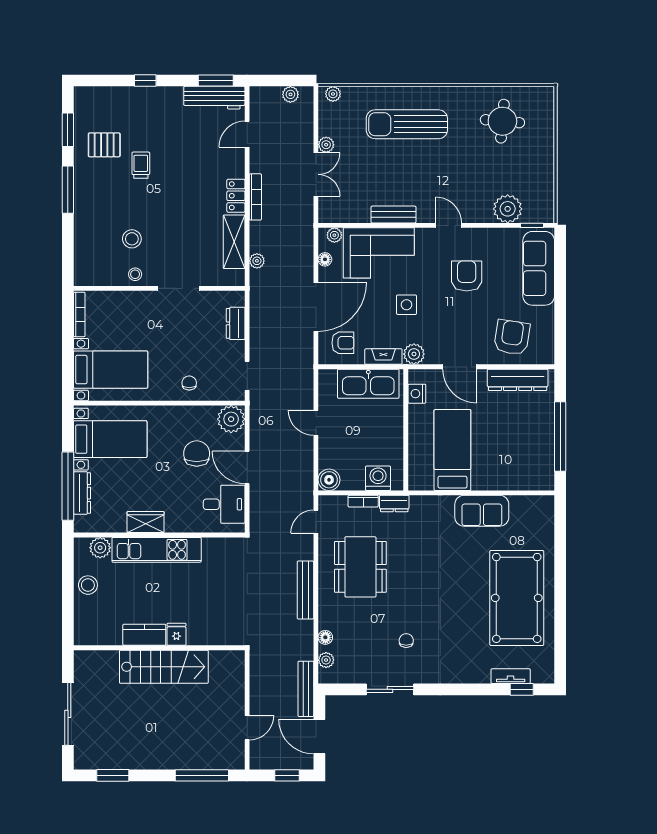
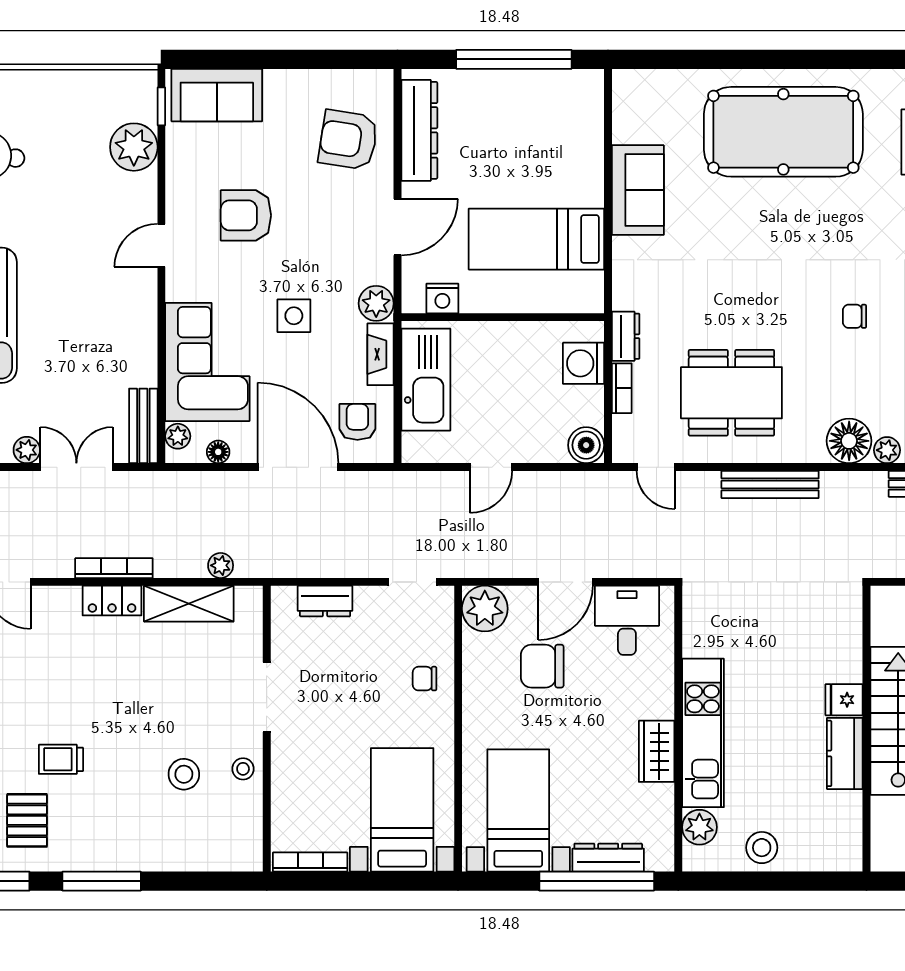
bench: (393, 215) -> (143, 426), moved
sofa: (539, 268) -> (217, 95), width x0.73
floor lamp: (325, 637) -> (849, 441), width x1.89, depth x1.89

